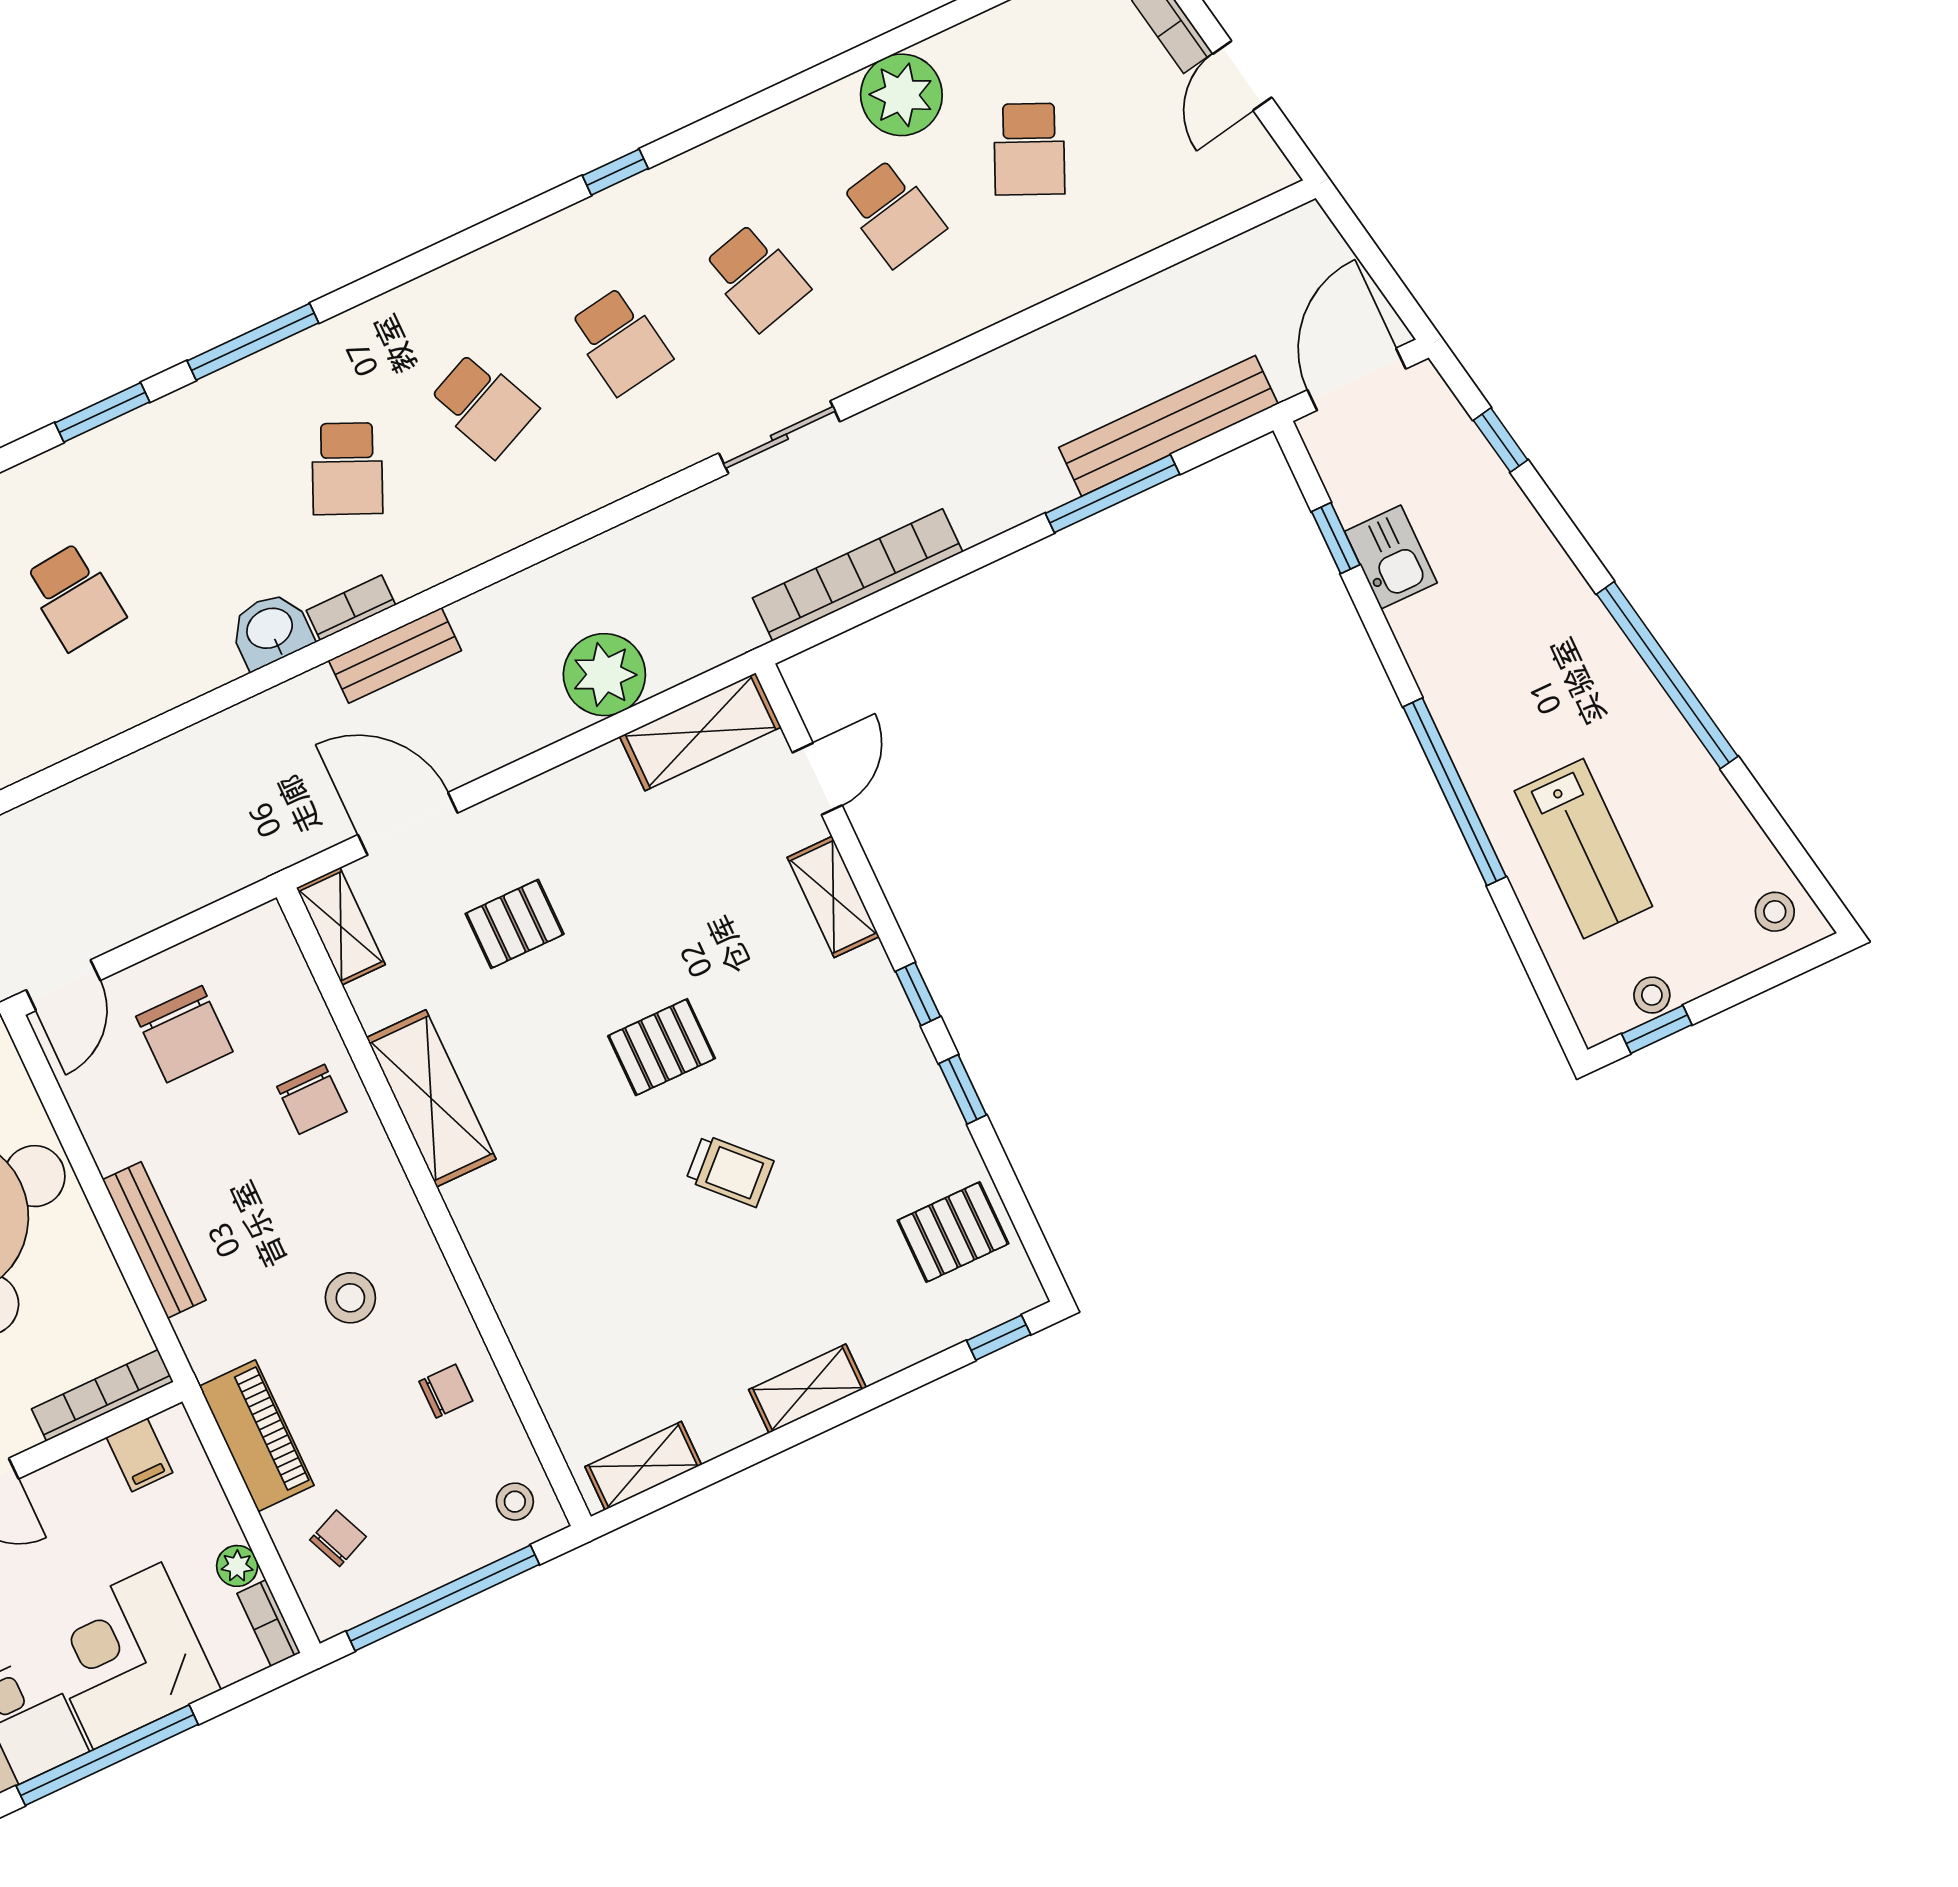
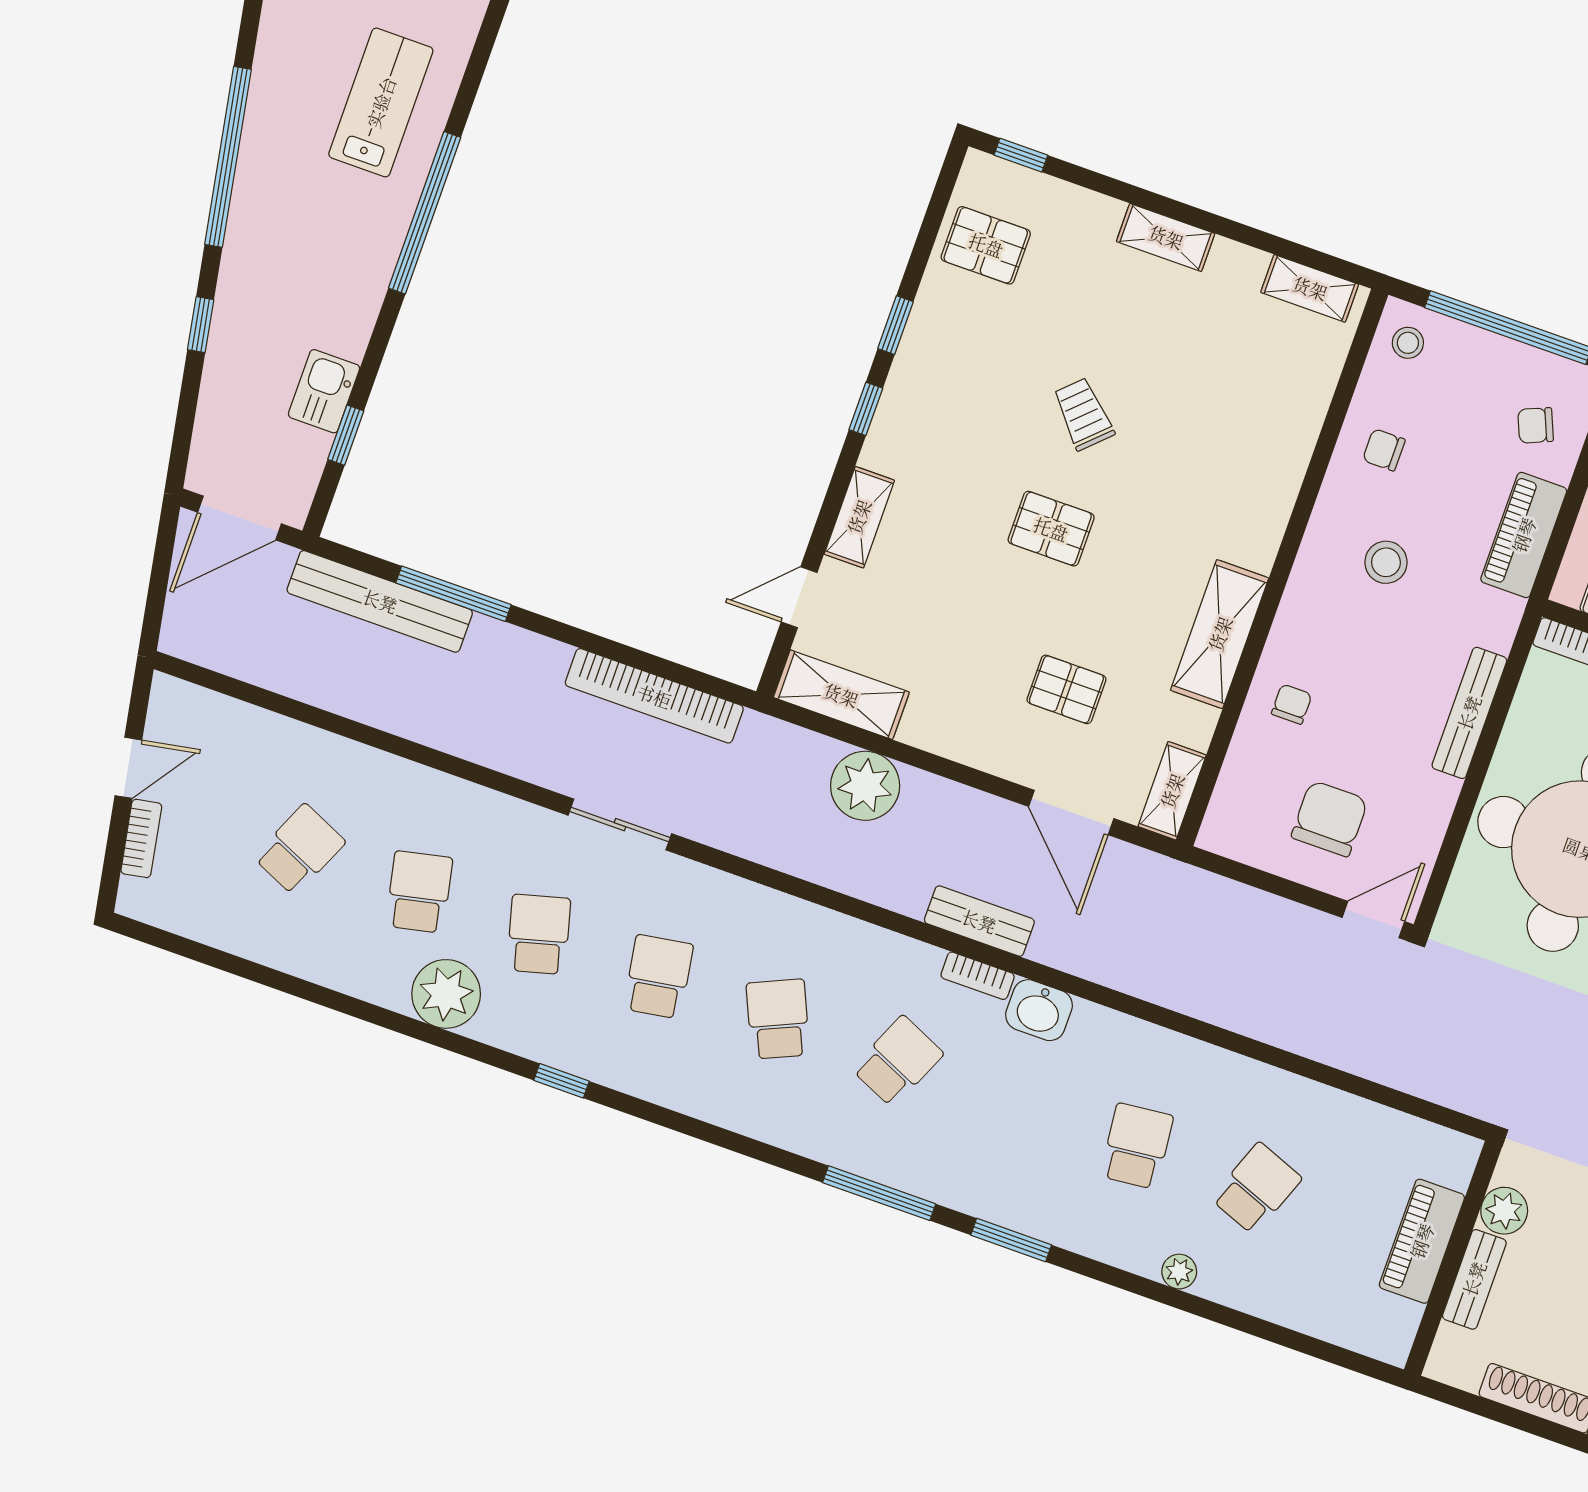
plant: (901, 95) -> (446, 994), moved
window: (1501, 440) -> (201, 325), moved
chair: (312, 1099) -> (1292, 704), width x0.73, depth x0.73

